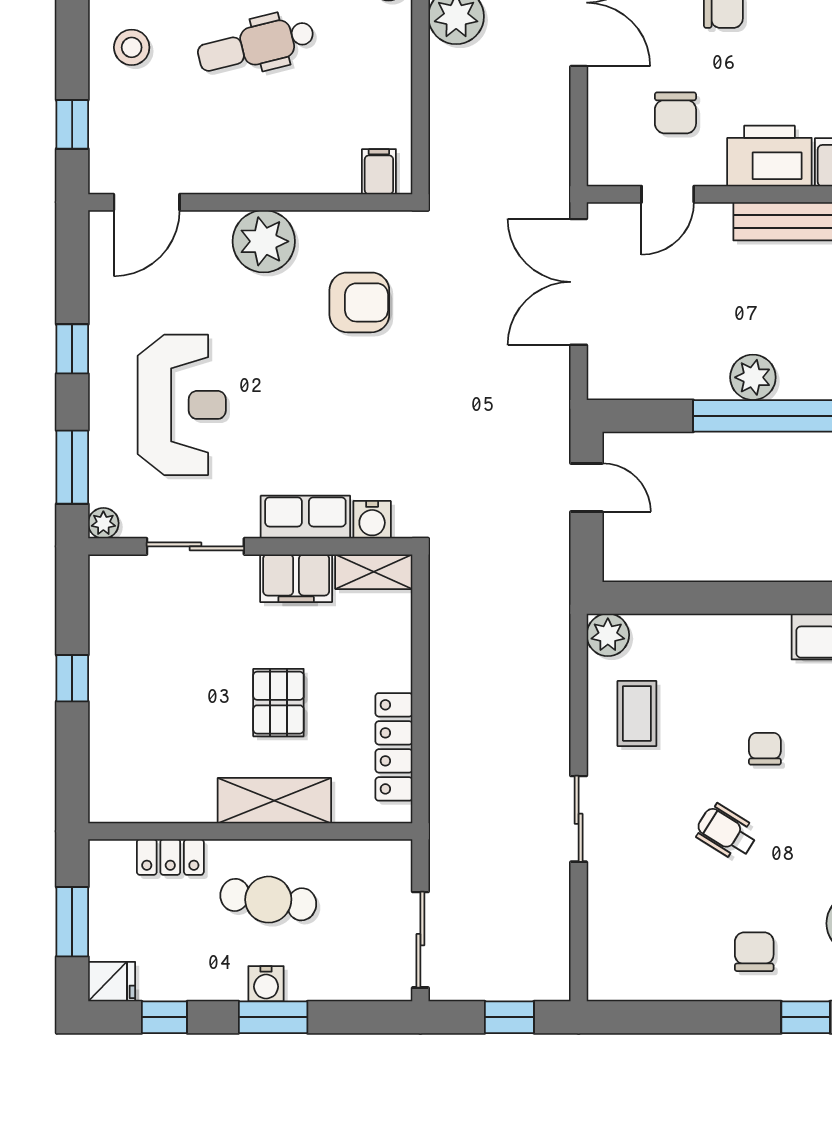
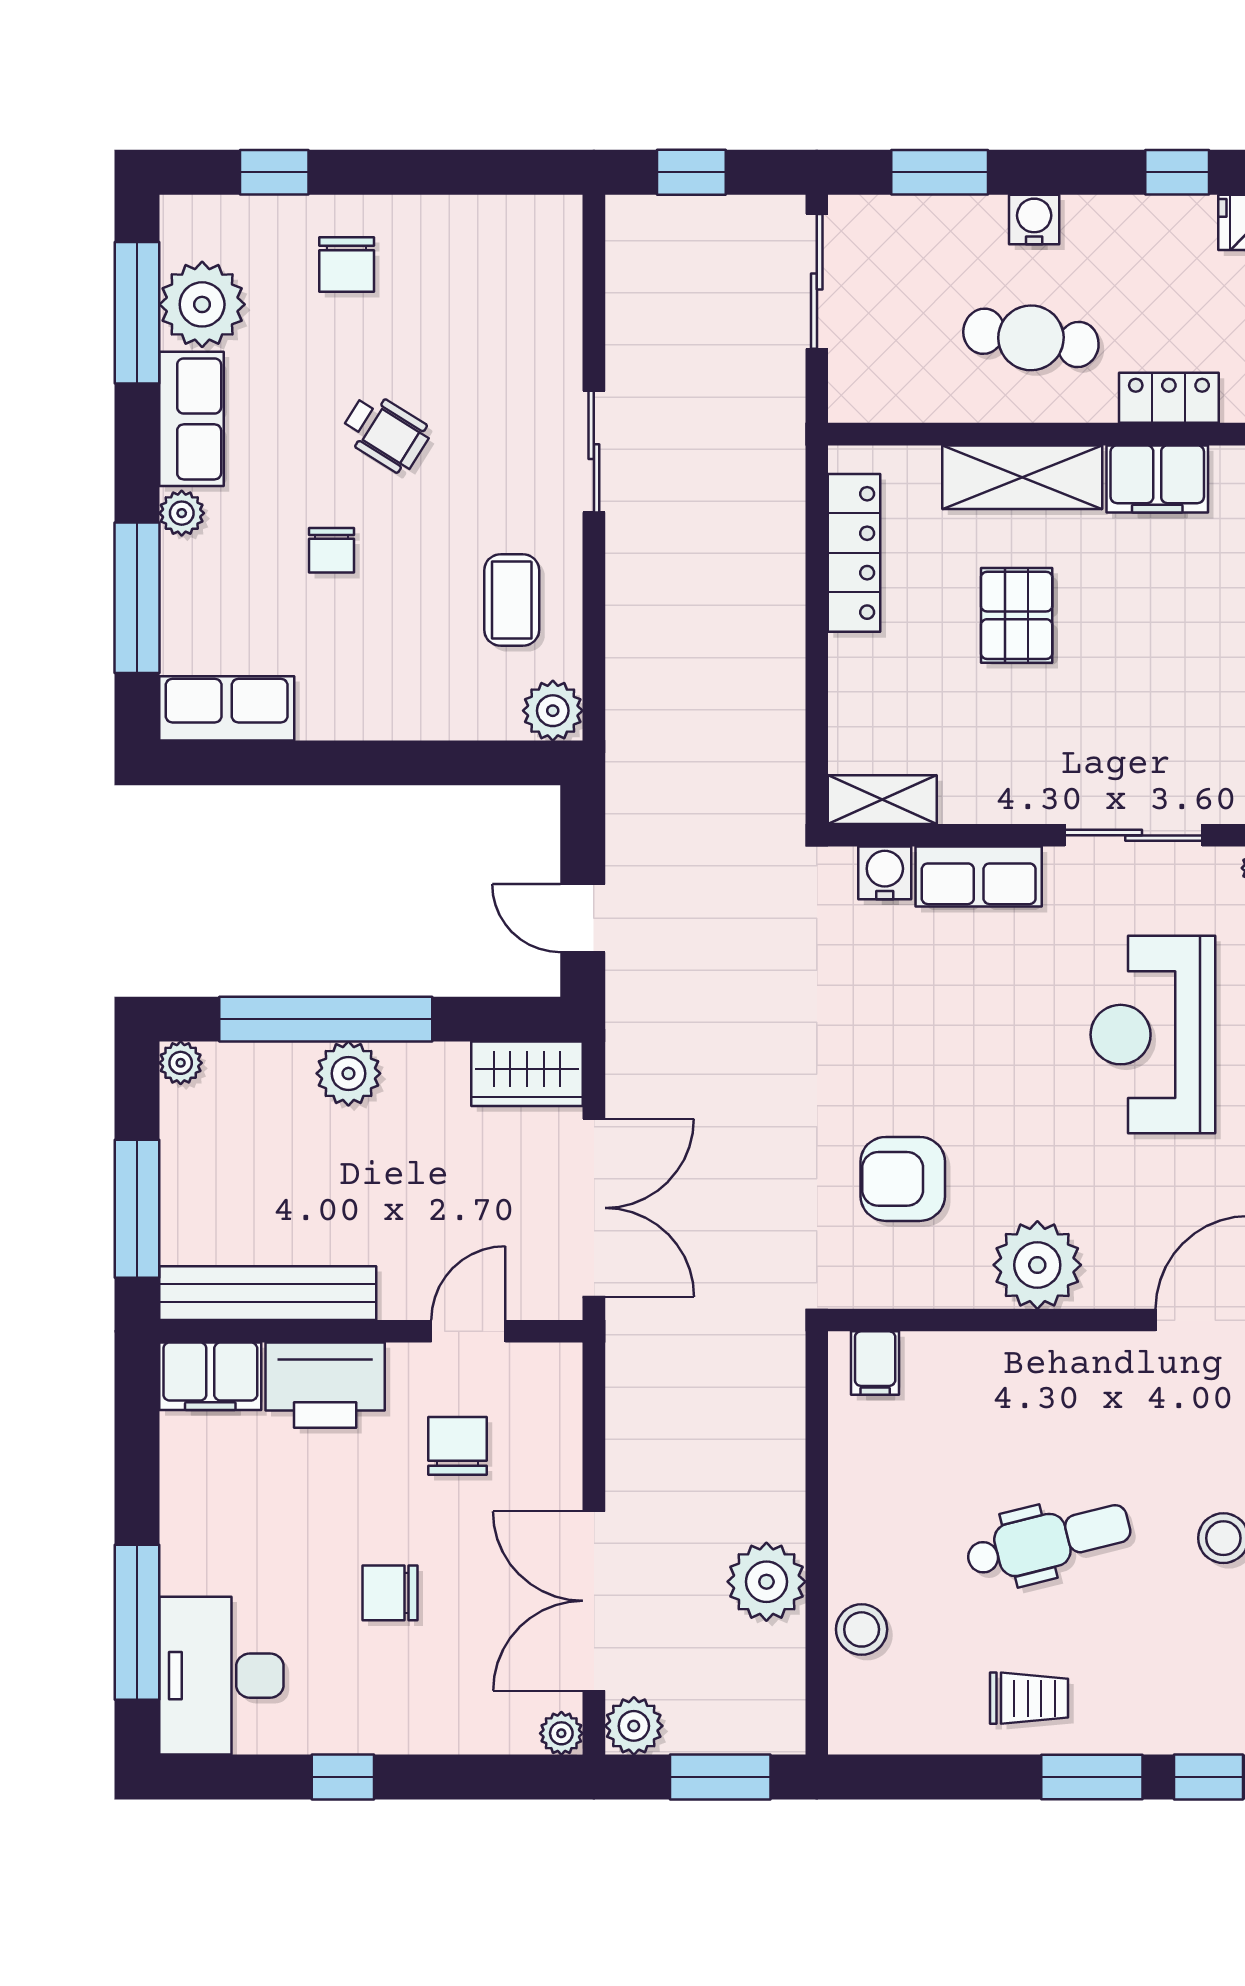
wardrobe: (626, 377) -> (527, 1074), added
filing cabinet: (296, 578) -> (1157, 479), moved, turned 180
window: (273, 1017) -> (940, 172), moved

